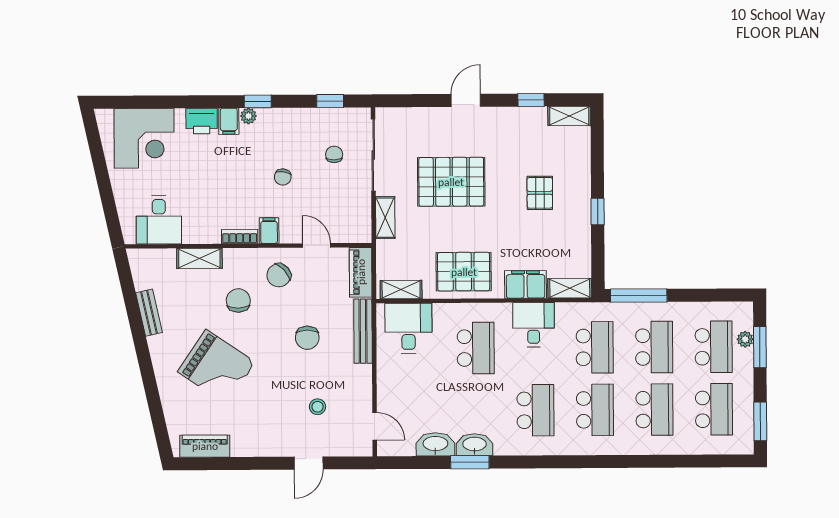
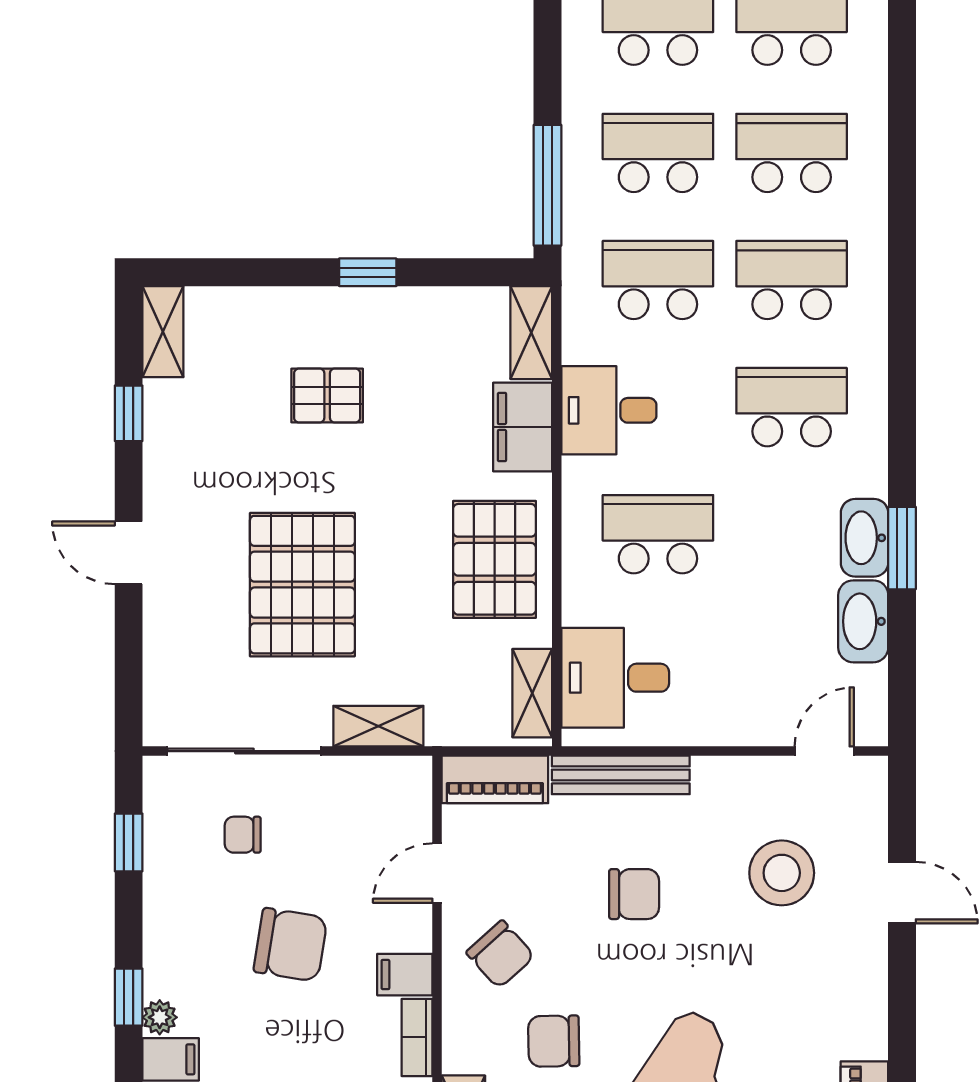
chair: (283, 177) -> (290, 945), width x1.87, depth x1.87
stool: (318, 407) -> (782, 873), width x1.89, depth x1.89

